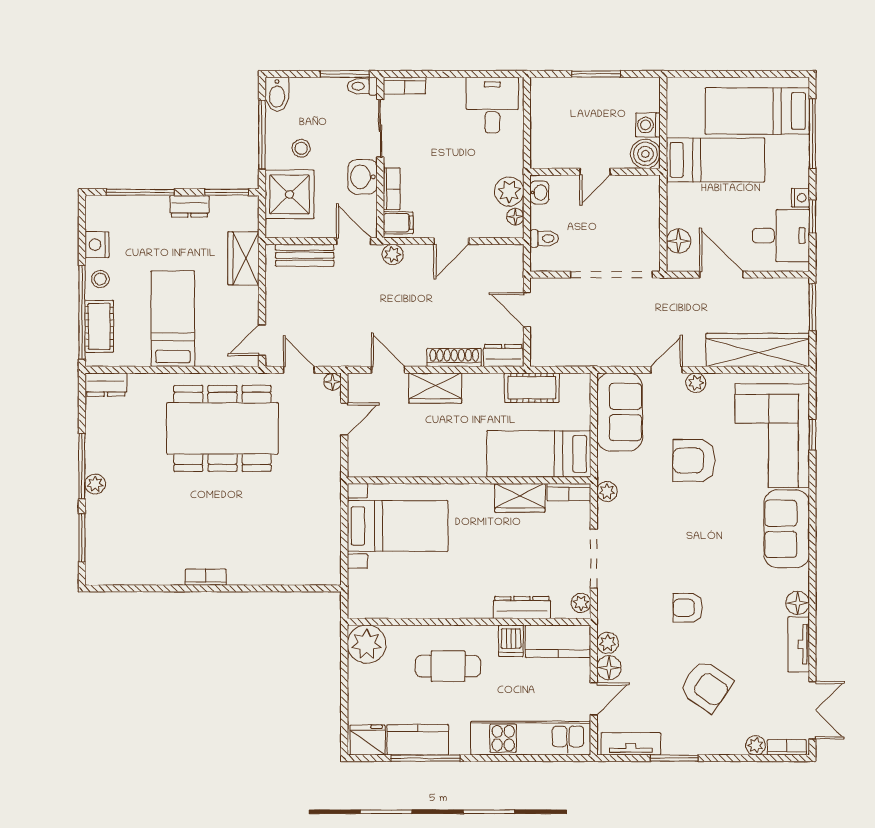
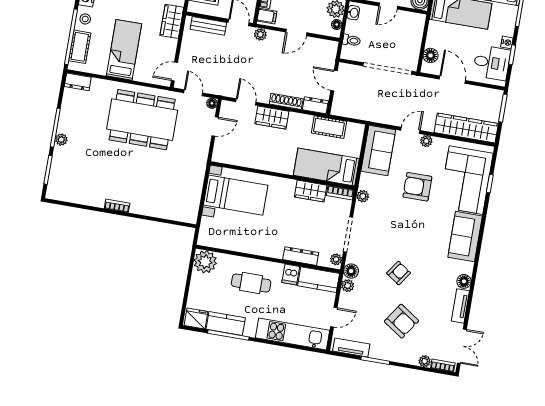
armchair: (688, 608) -> (399, 273), turned 125
floor lamp: (609, 668) -> (351, 271), moved

